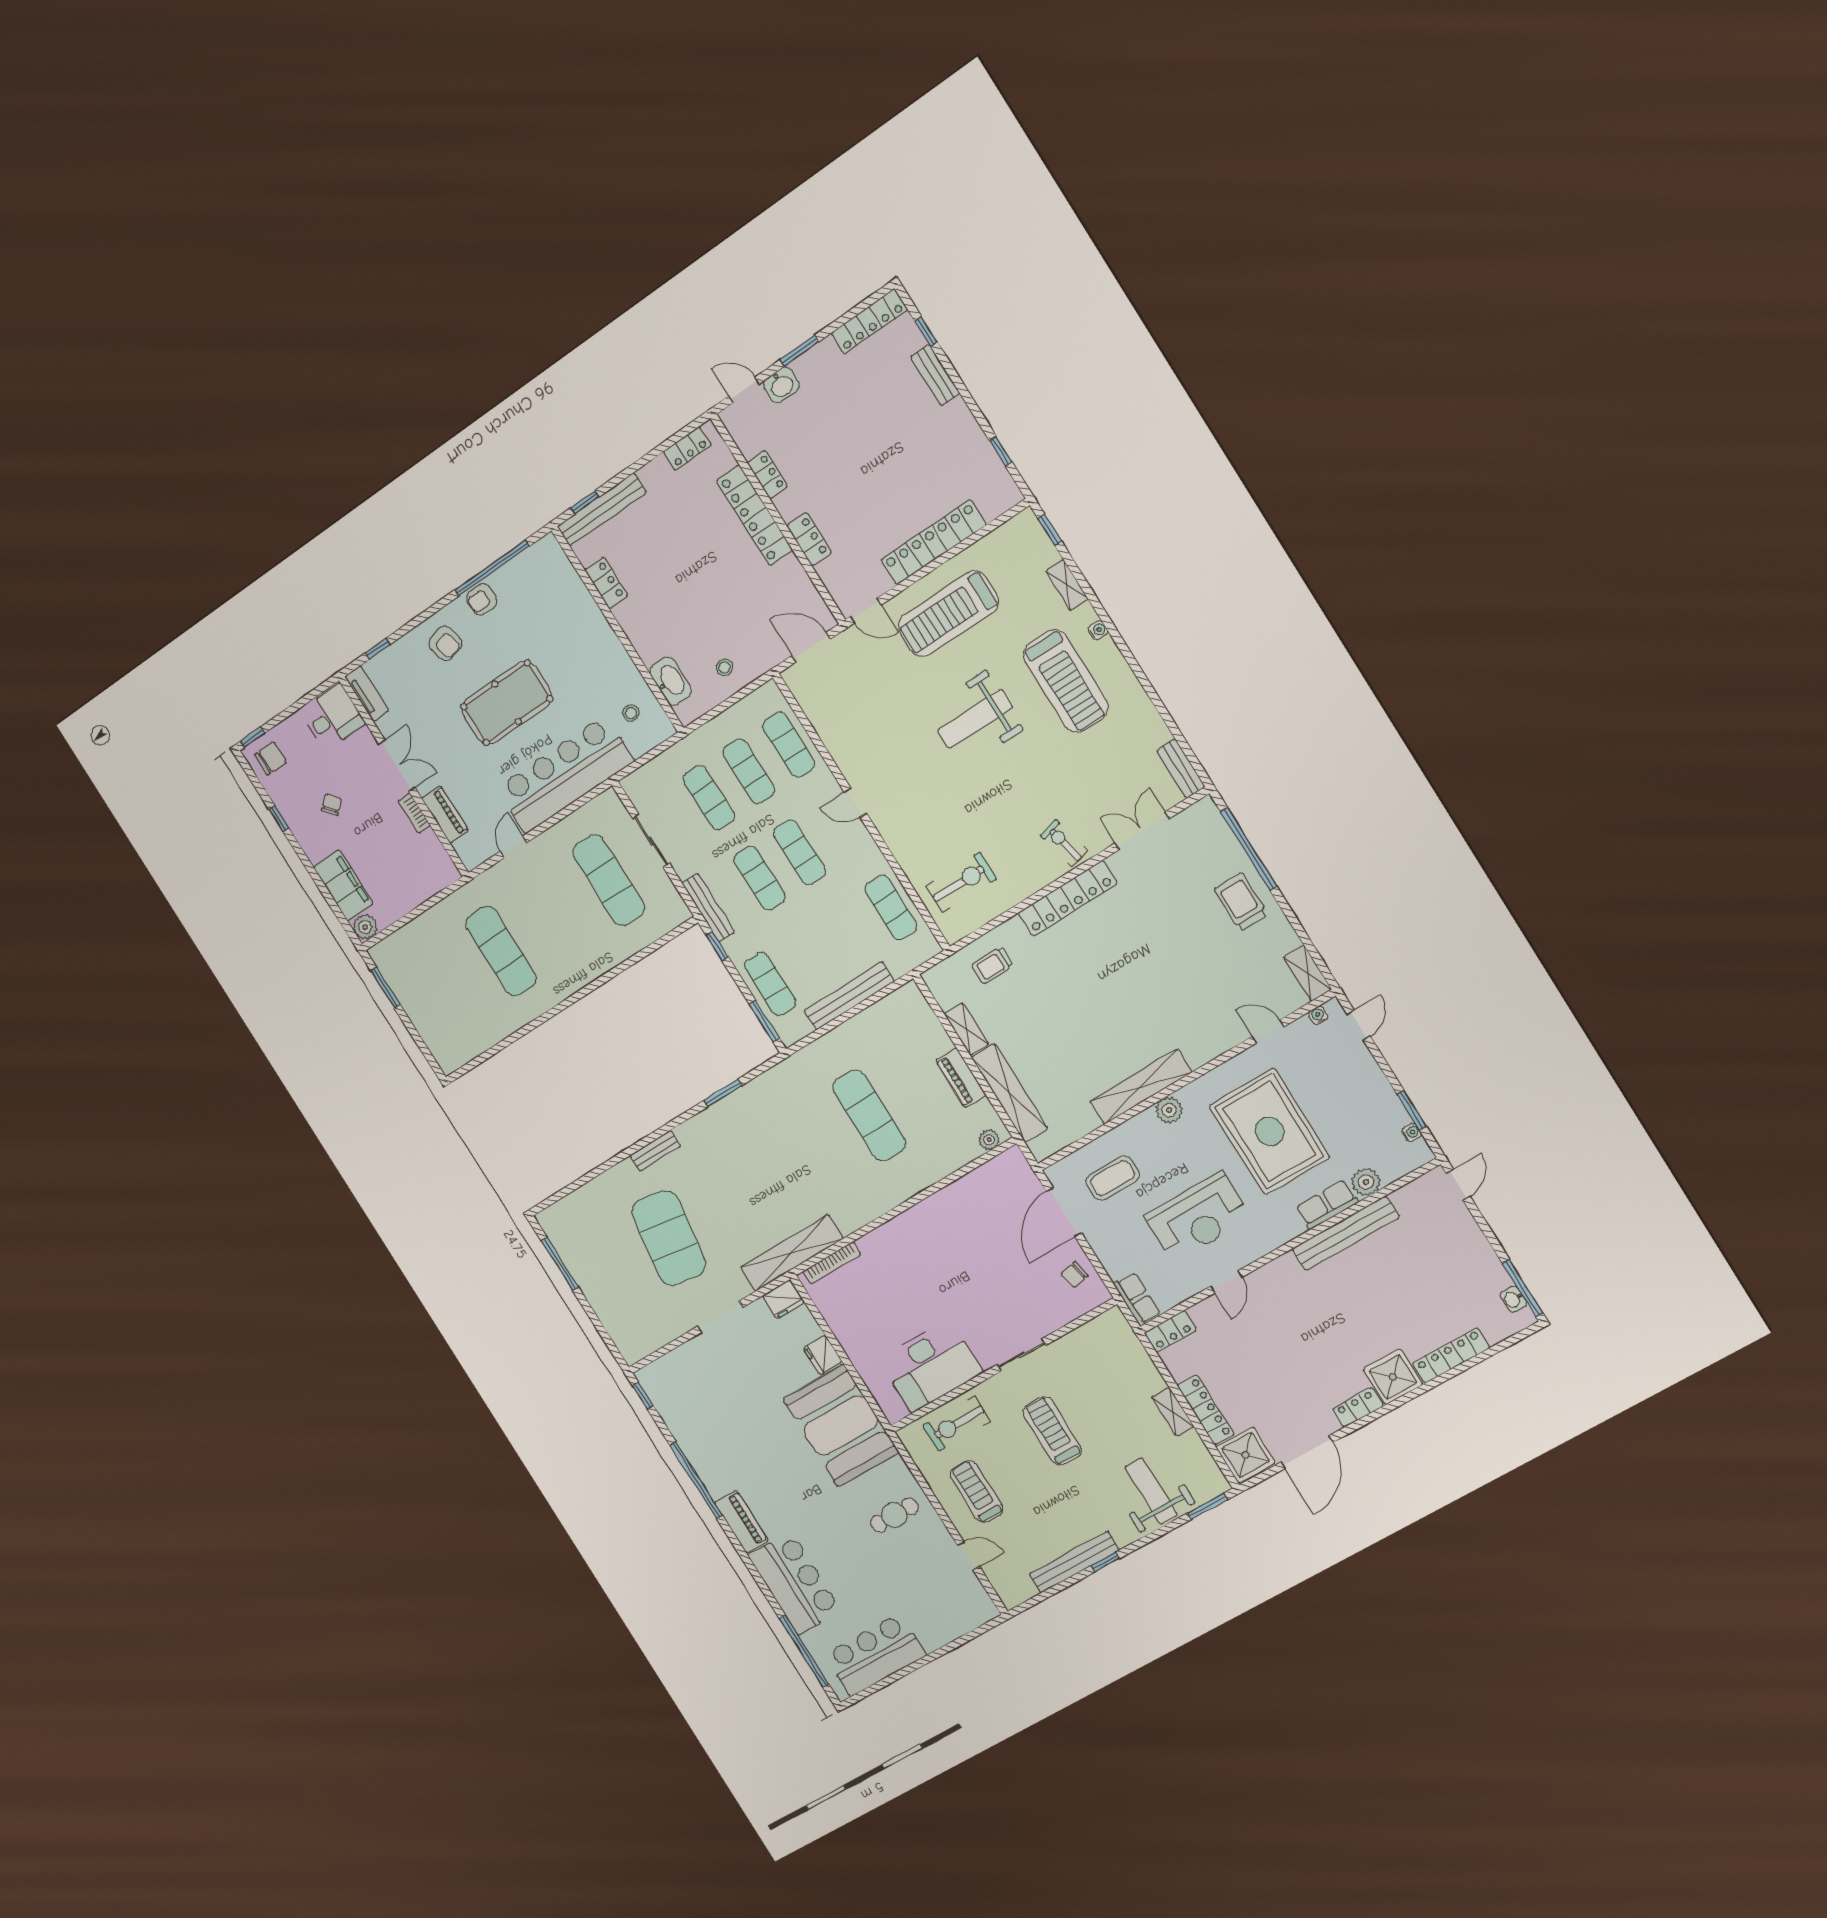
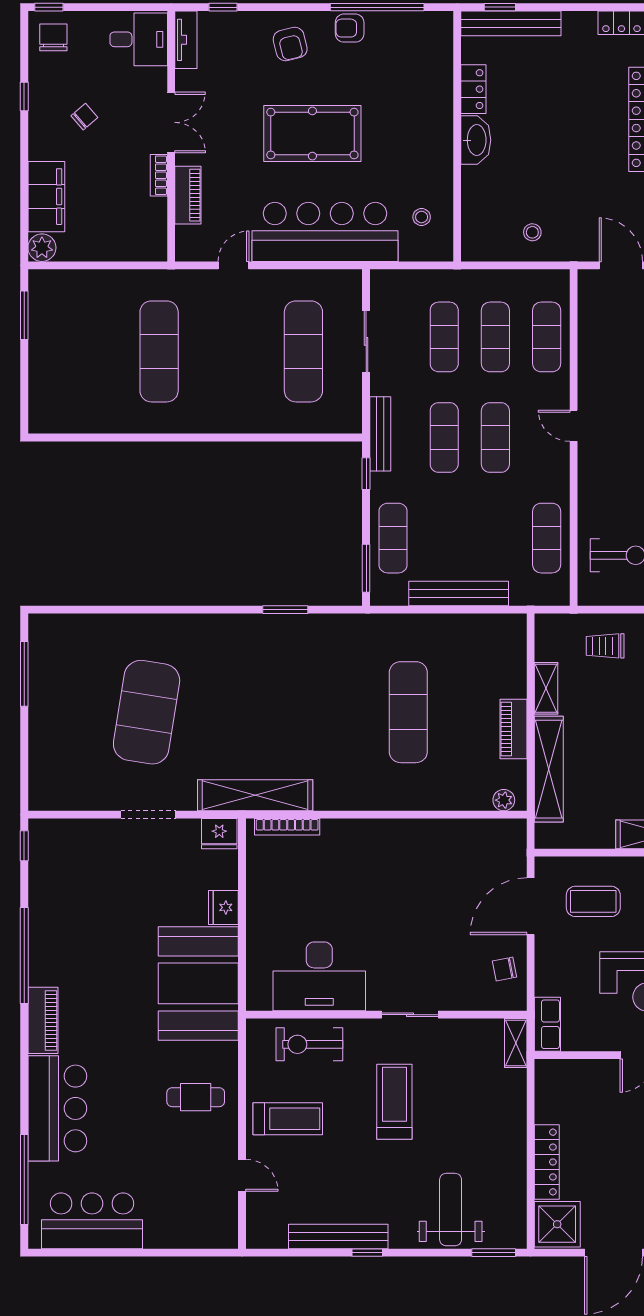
washbasin: (671, 681) -> (476, 140), moved
chair: (270, 758) -> (53, 37), turned -90
bench: (655, 1151) -> (186, 624), removed
locker: (1170, 1331) -> (559, 1071), removed
shelving: (1173, 1412) -> (516, 1043), moved
treadmill: (976, 1492) -> (288, 1119), turned 90

